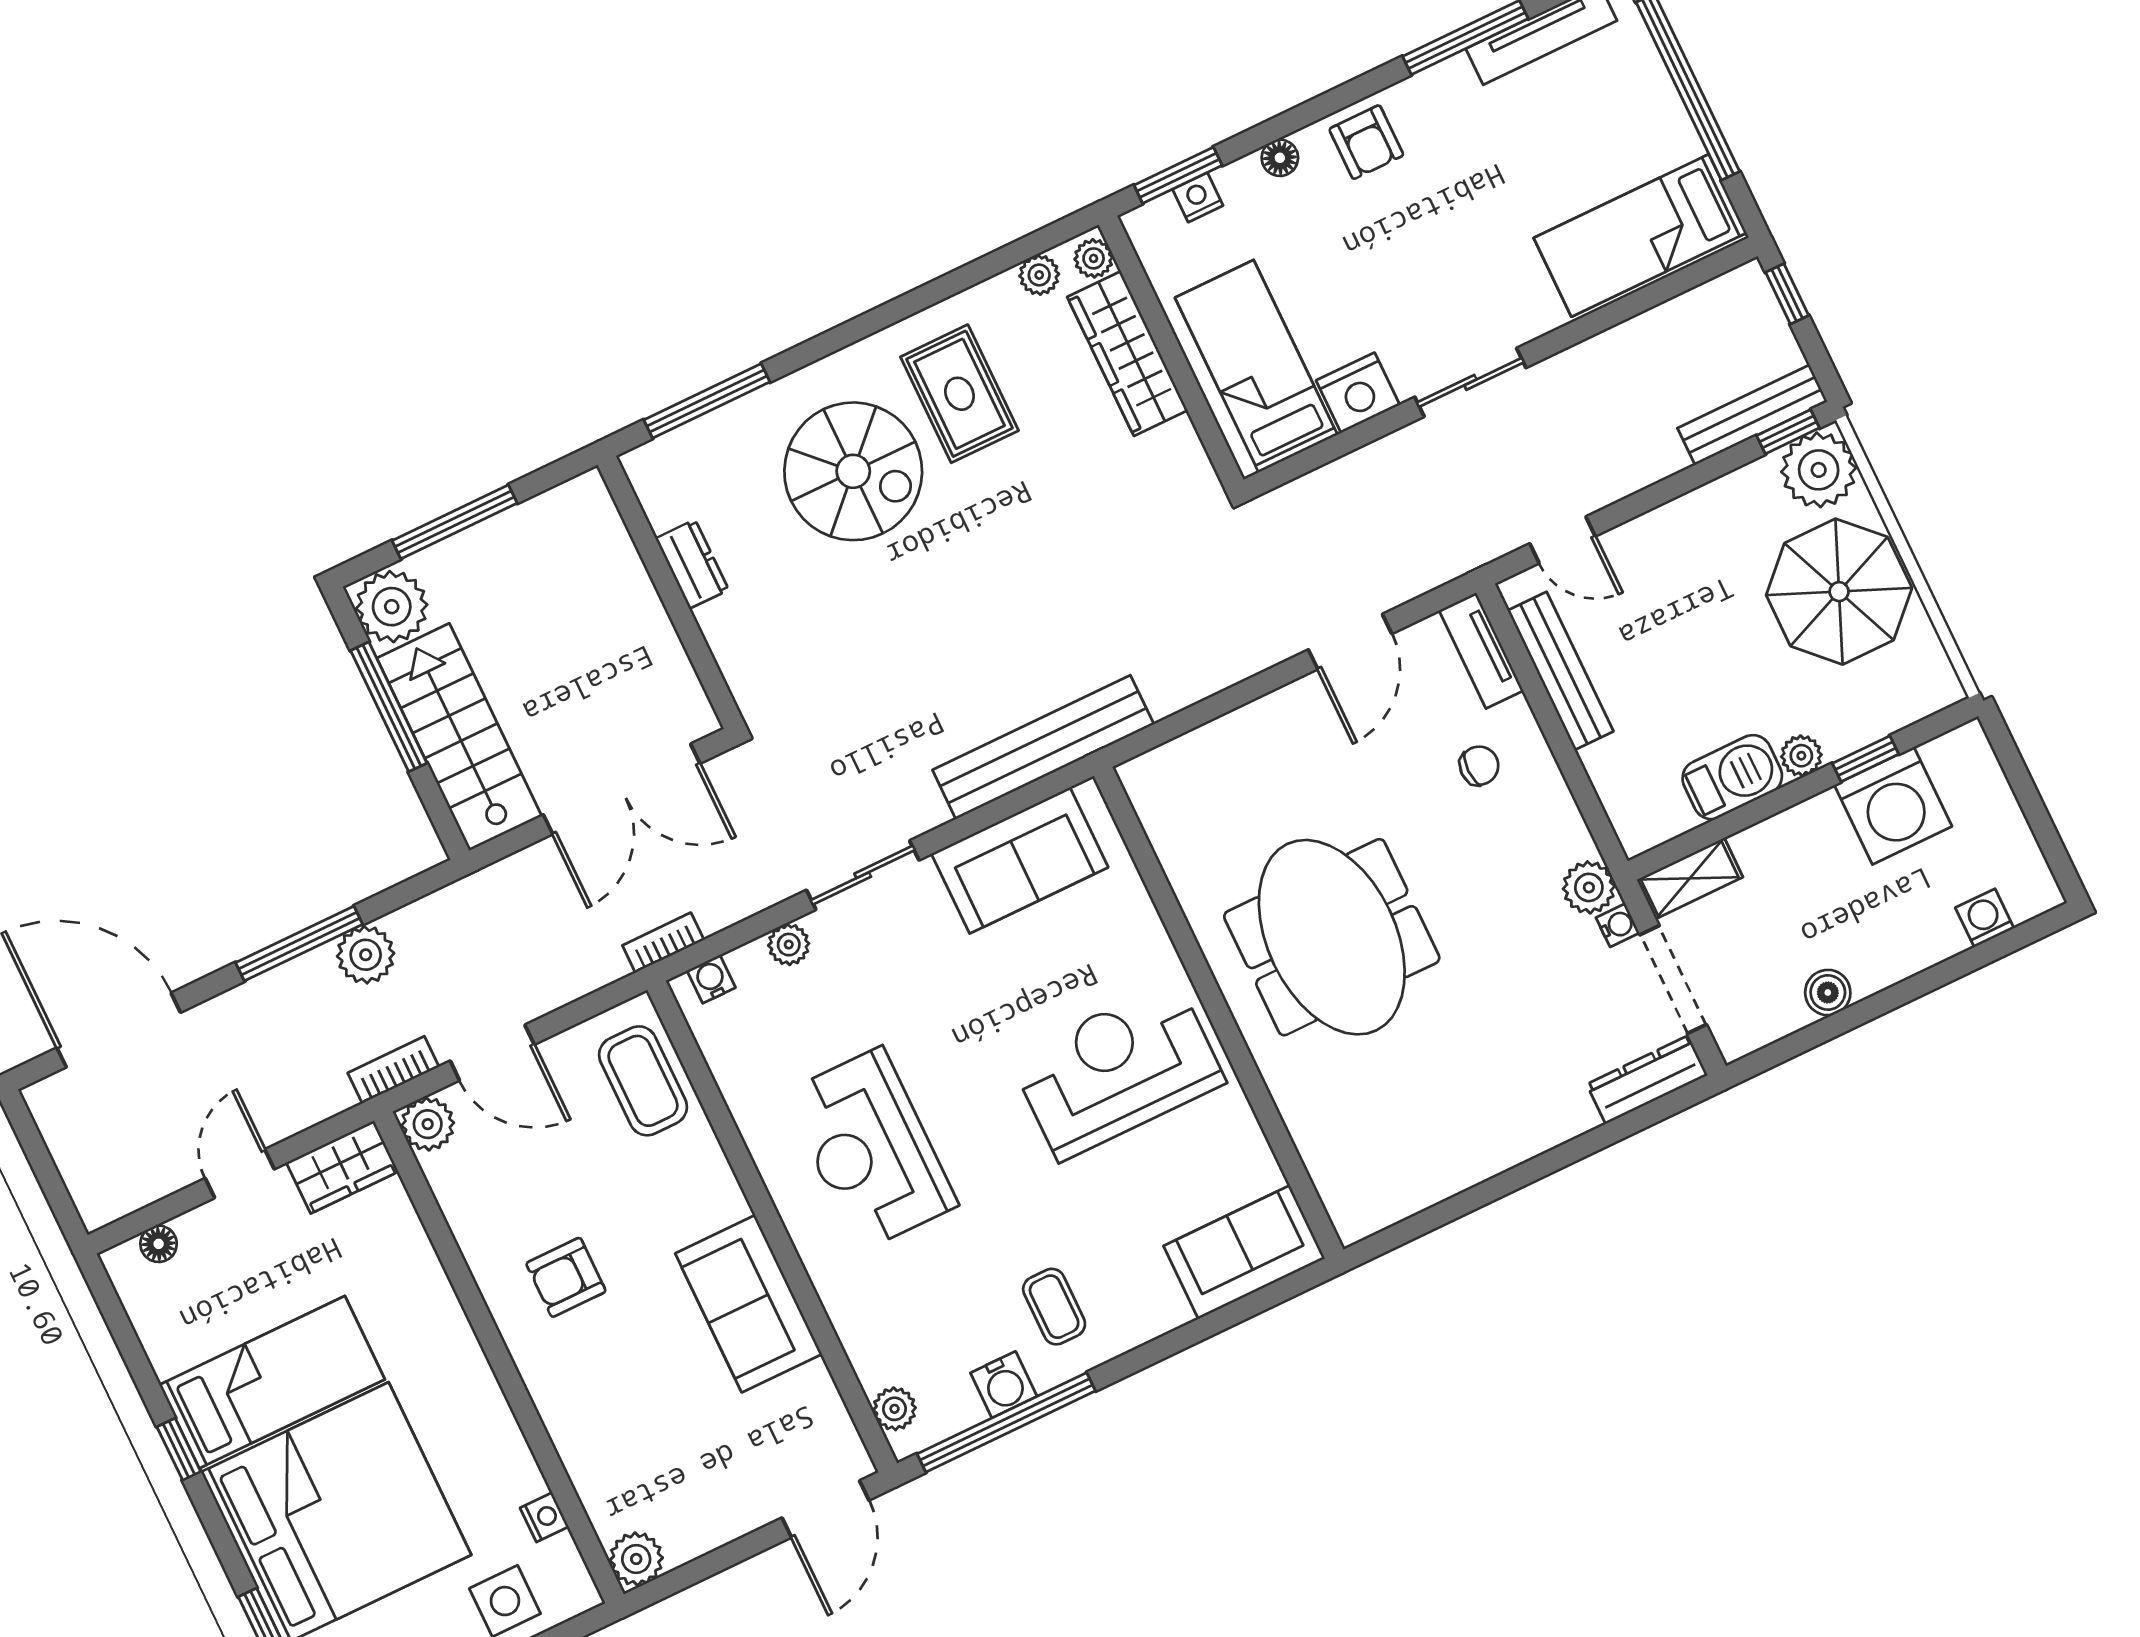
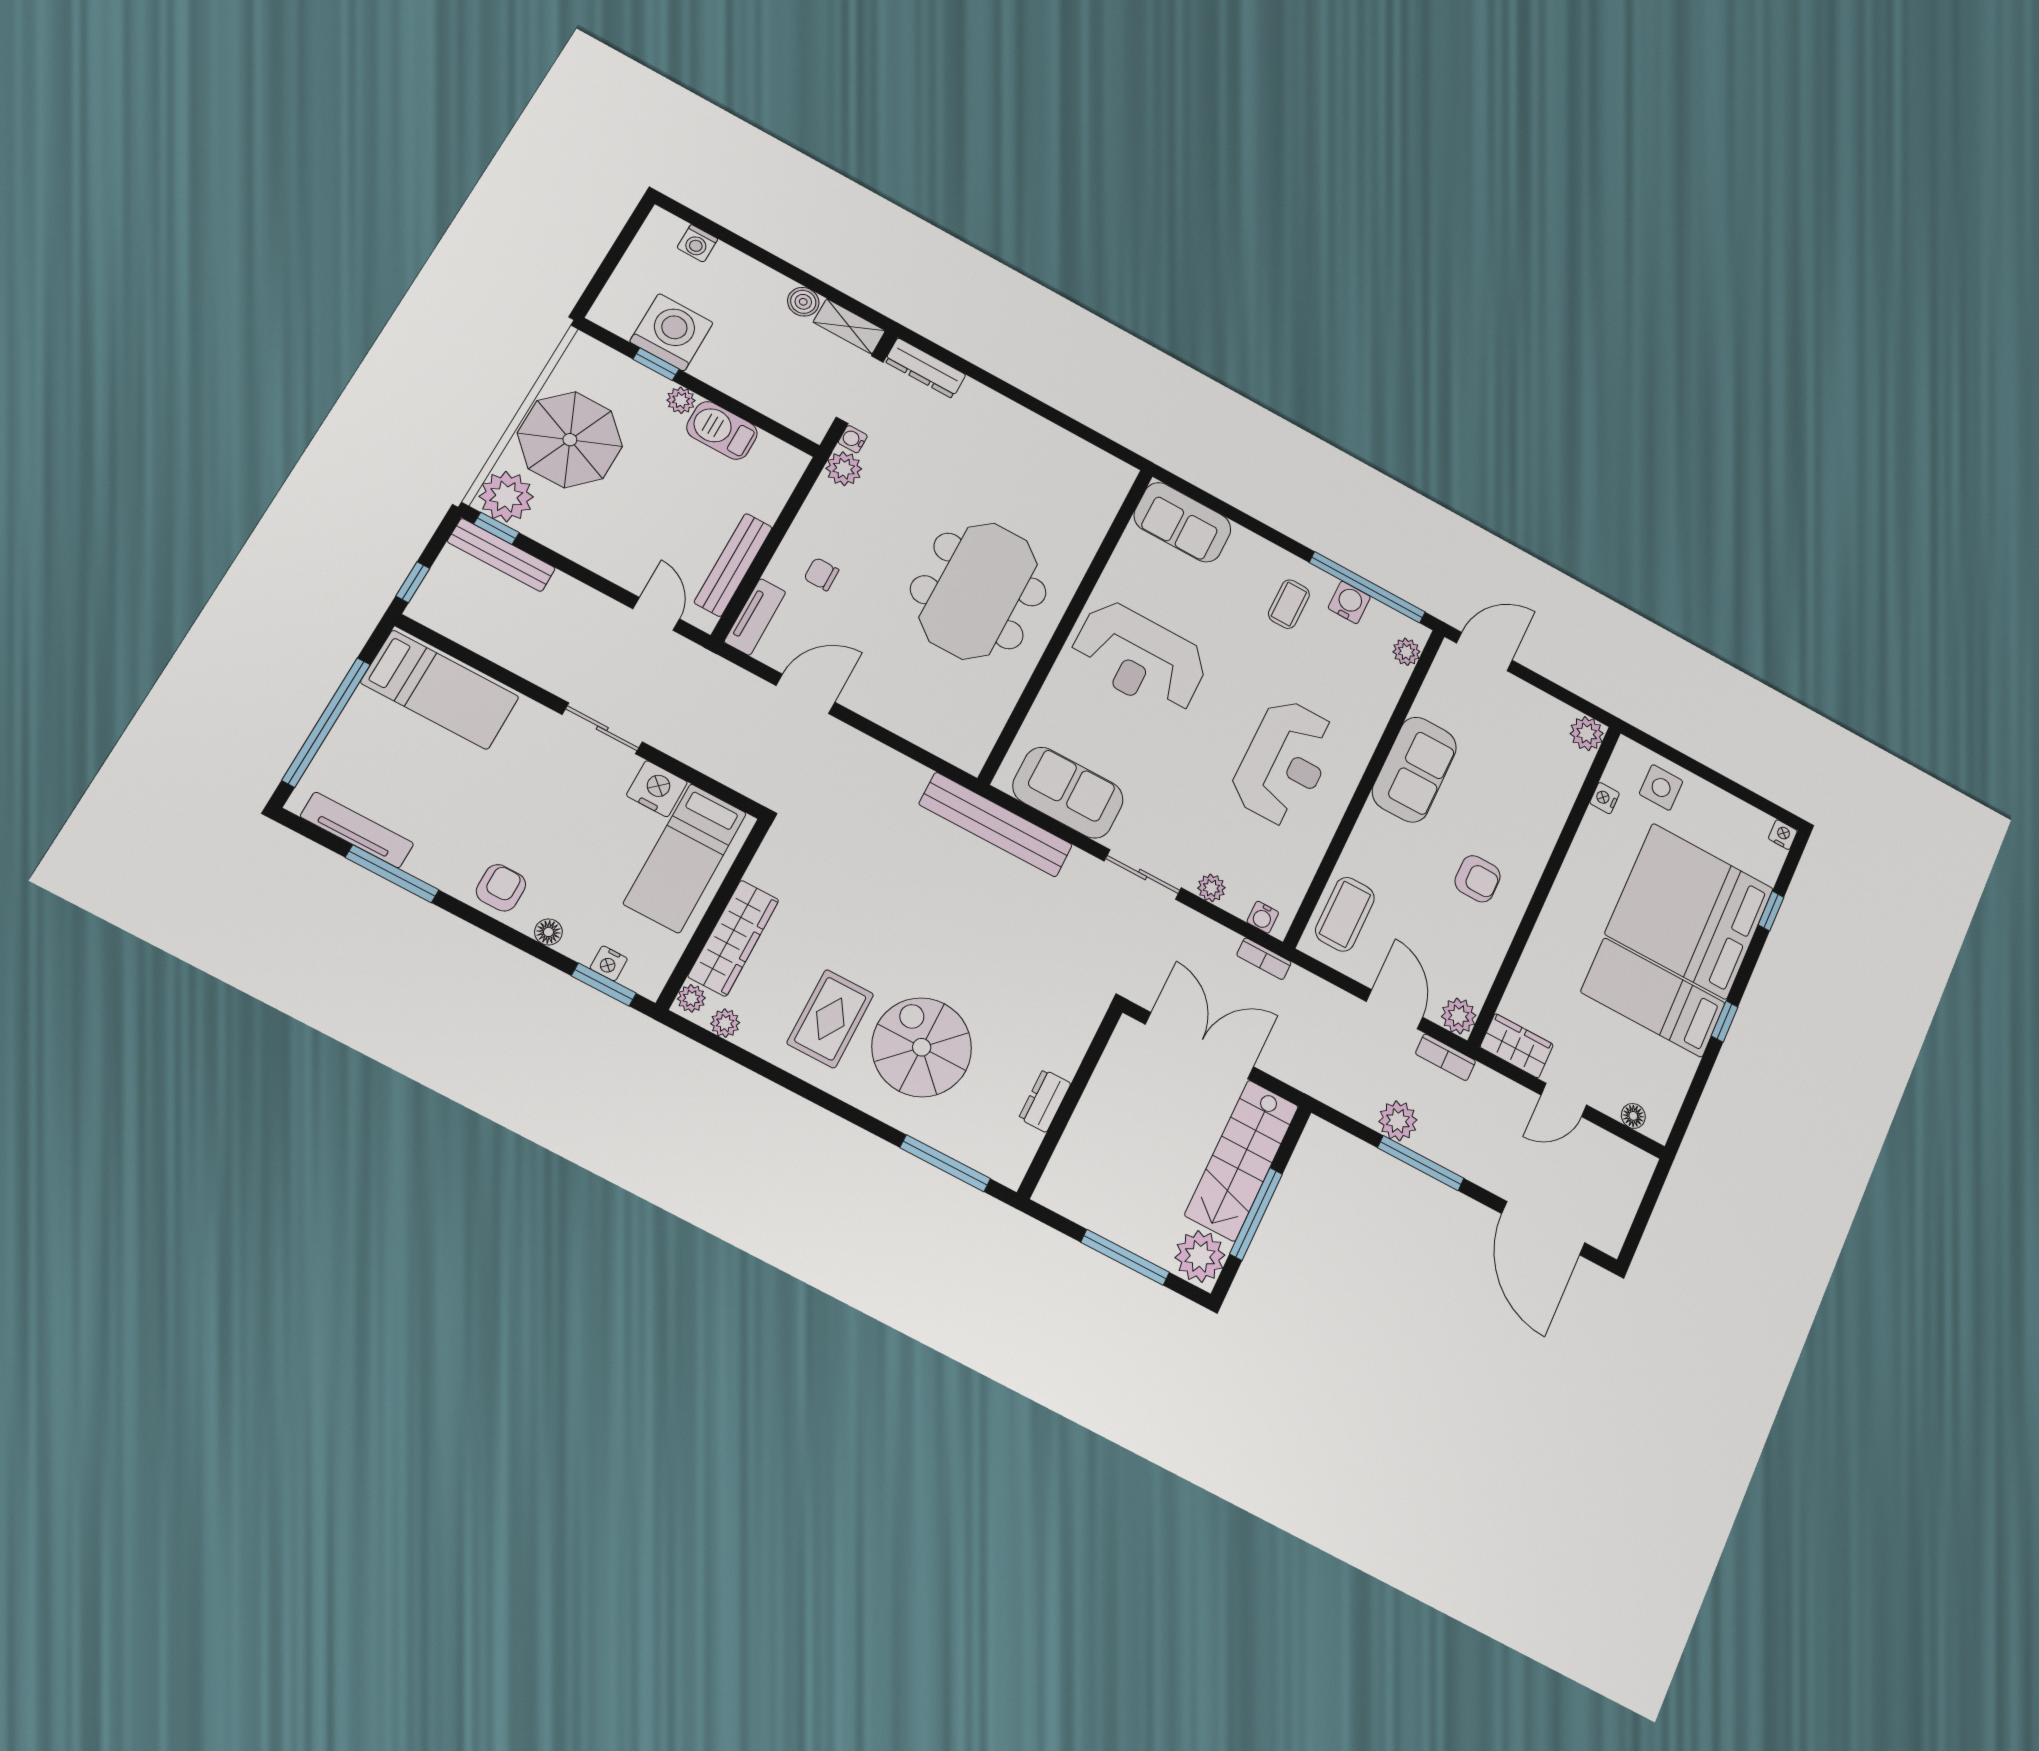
shelving: (1690, 878) -> (849, 326), moved

